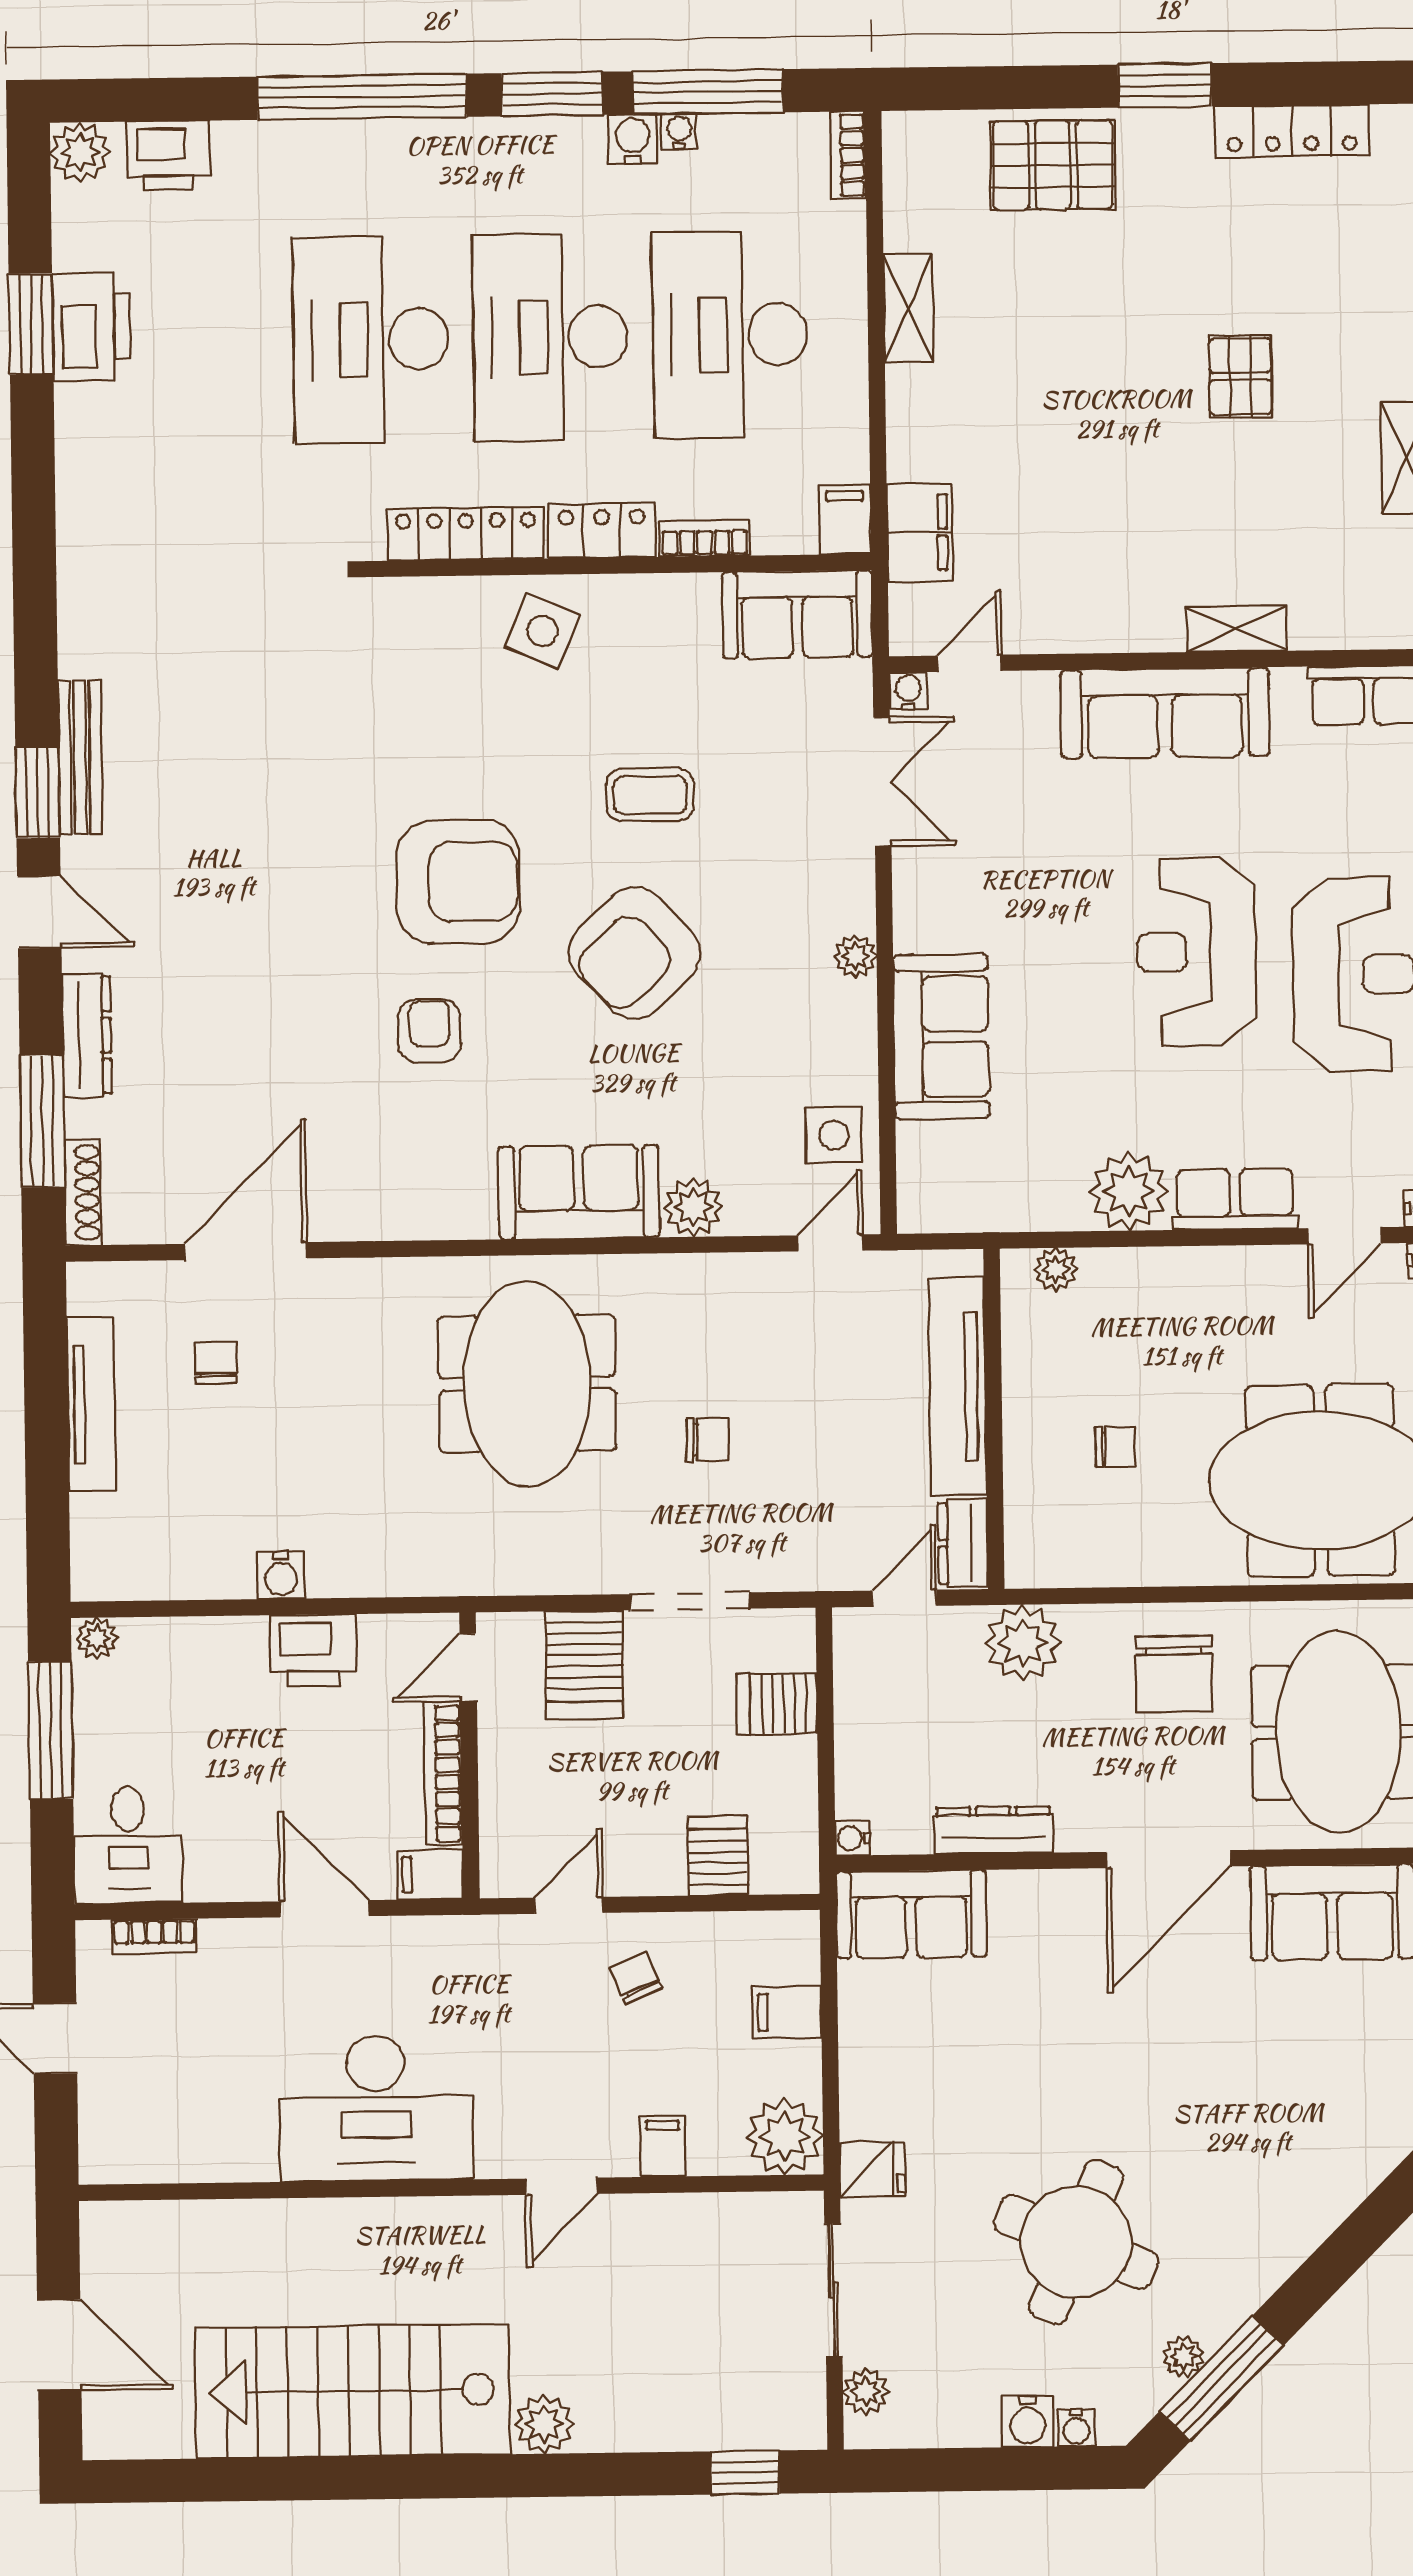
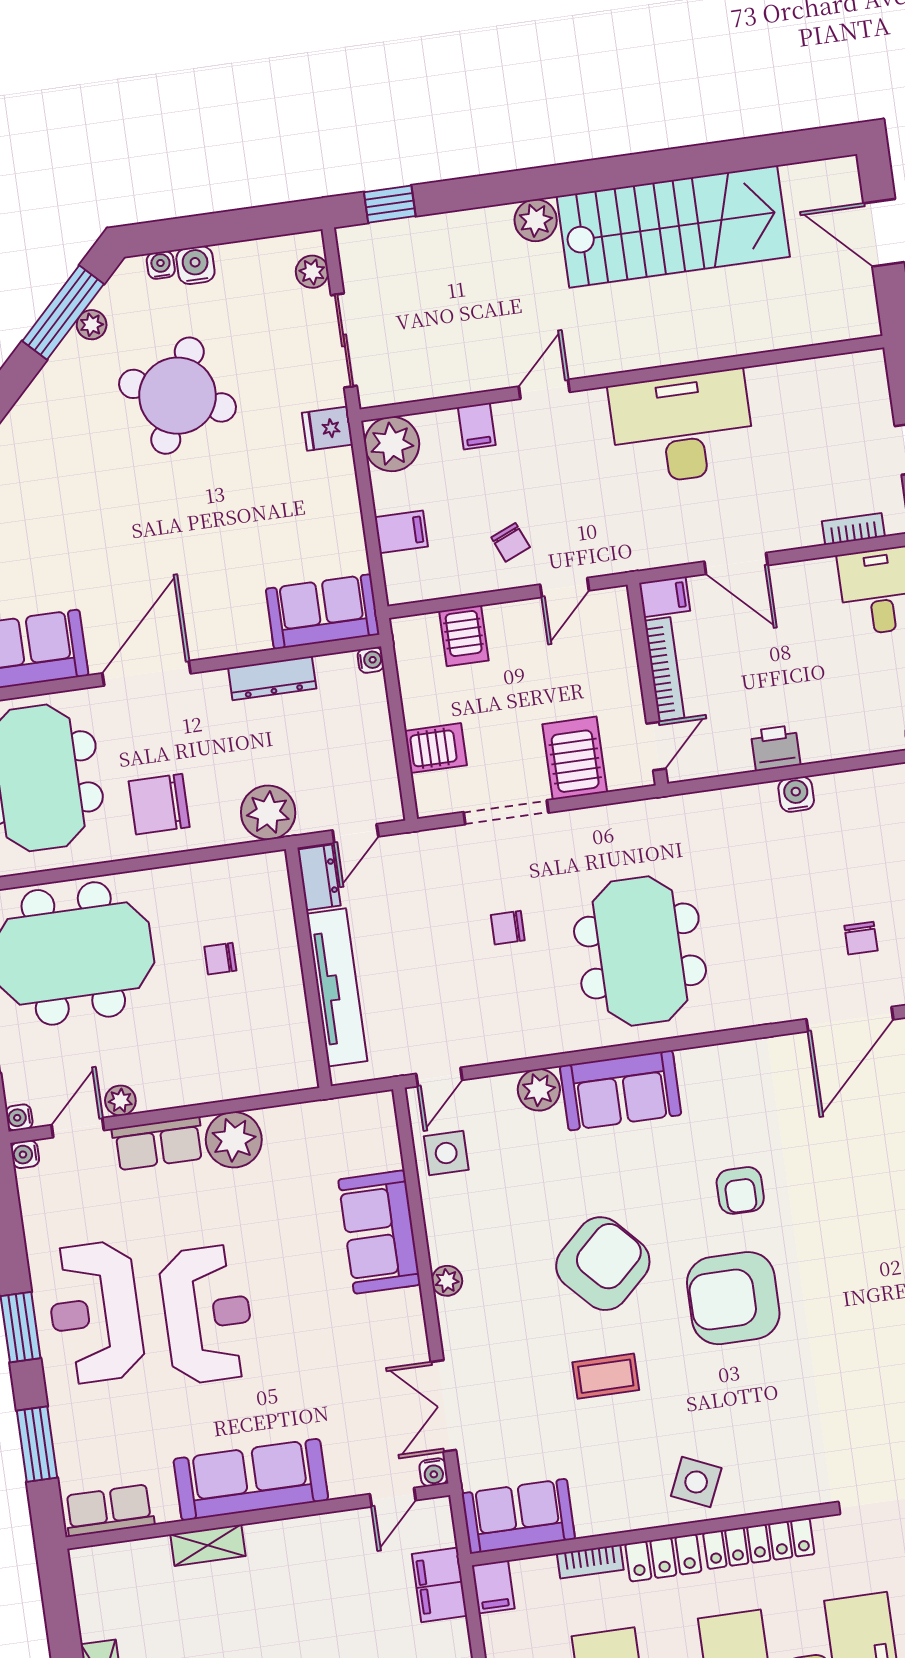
plant: (1056, 1269) -> (120, 1101), moved
printer: (313, 1650) -> (776, 748), width x0.73, depth x0.81
chair: (1174, 1674) -> (159, 804), turned -90

